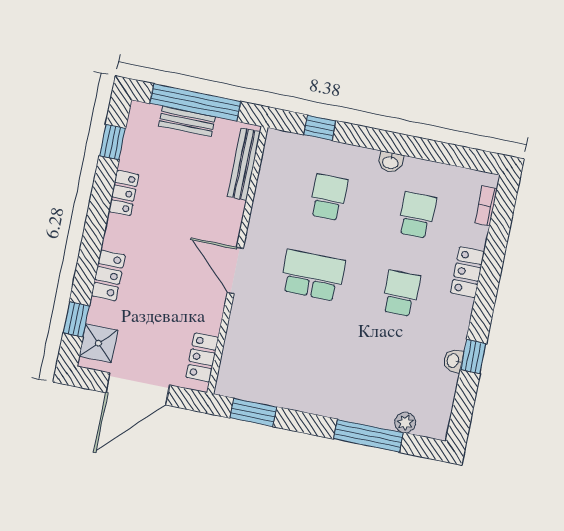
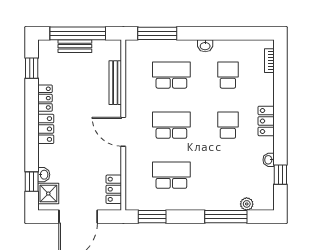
window: (320, 128) -> (157, 33), width x2.17
bench: (244, 164) -> (115, 83), moved
school desk: (328, 197) -> (171, 75), width x1.85
locker: (467, 272) -> (266, 121), moved
locker: (108, 275) -> (46, 129), moved
washbasin: (97, 312) -> (44, 175), added
school desk: (297, 354) -> (171, 175), added
window: (473, 357) -> (280, 175), moved

